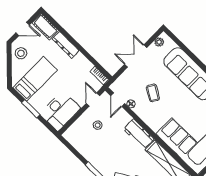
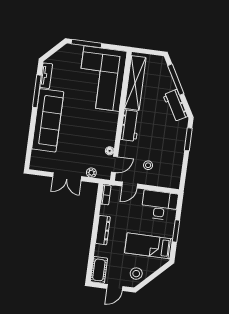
door: (23, 29) -> (115, 287), swing flipped
plant: (159, 42) -> (91, 173), moved
dresser: (66, 45) -> (103, 230), moved
coffee table: (153, 93) -> (87, 139), removed

